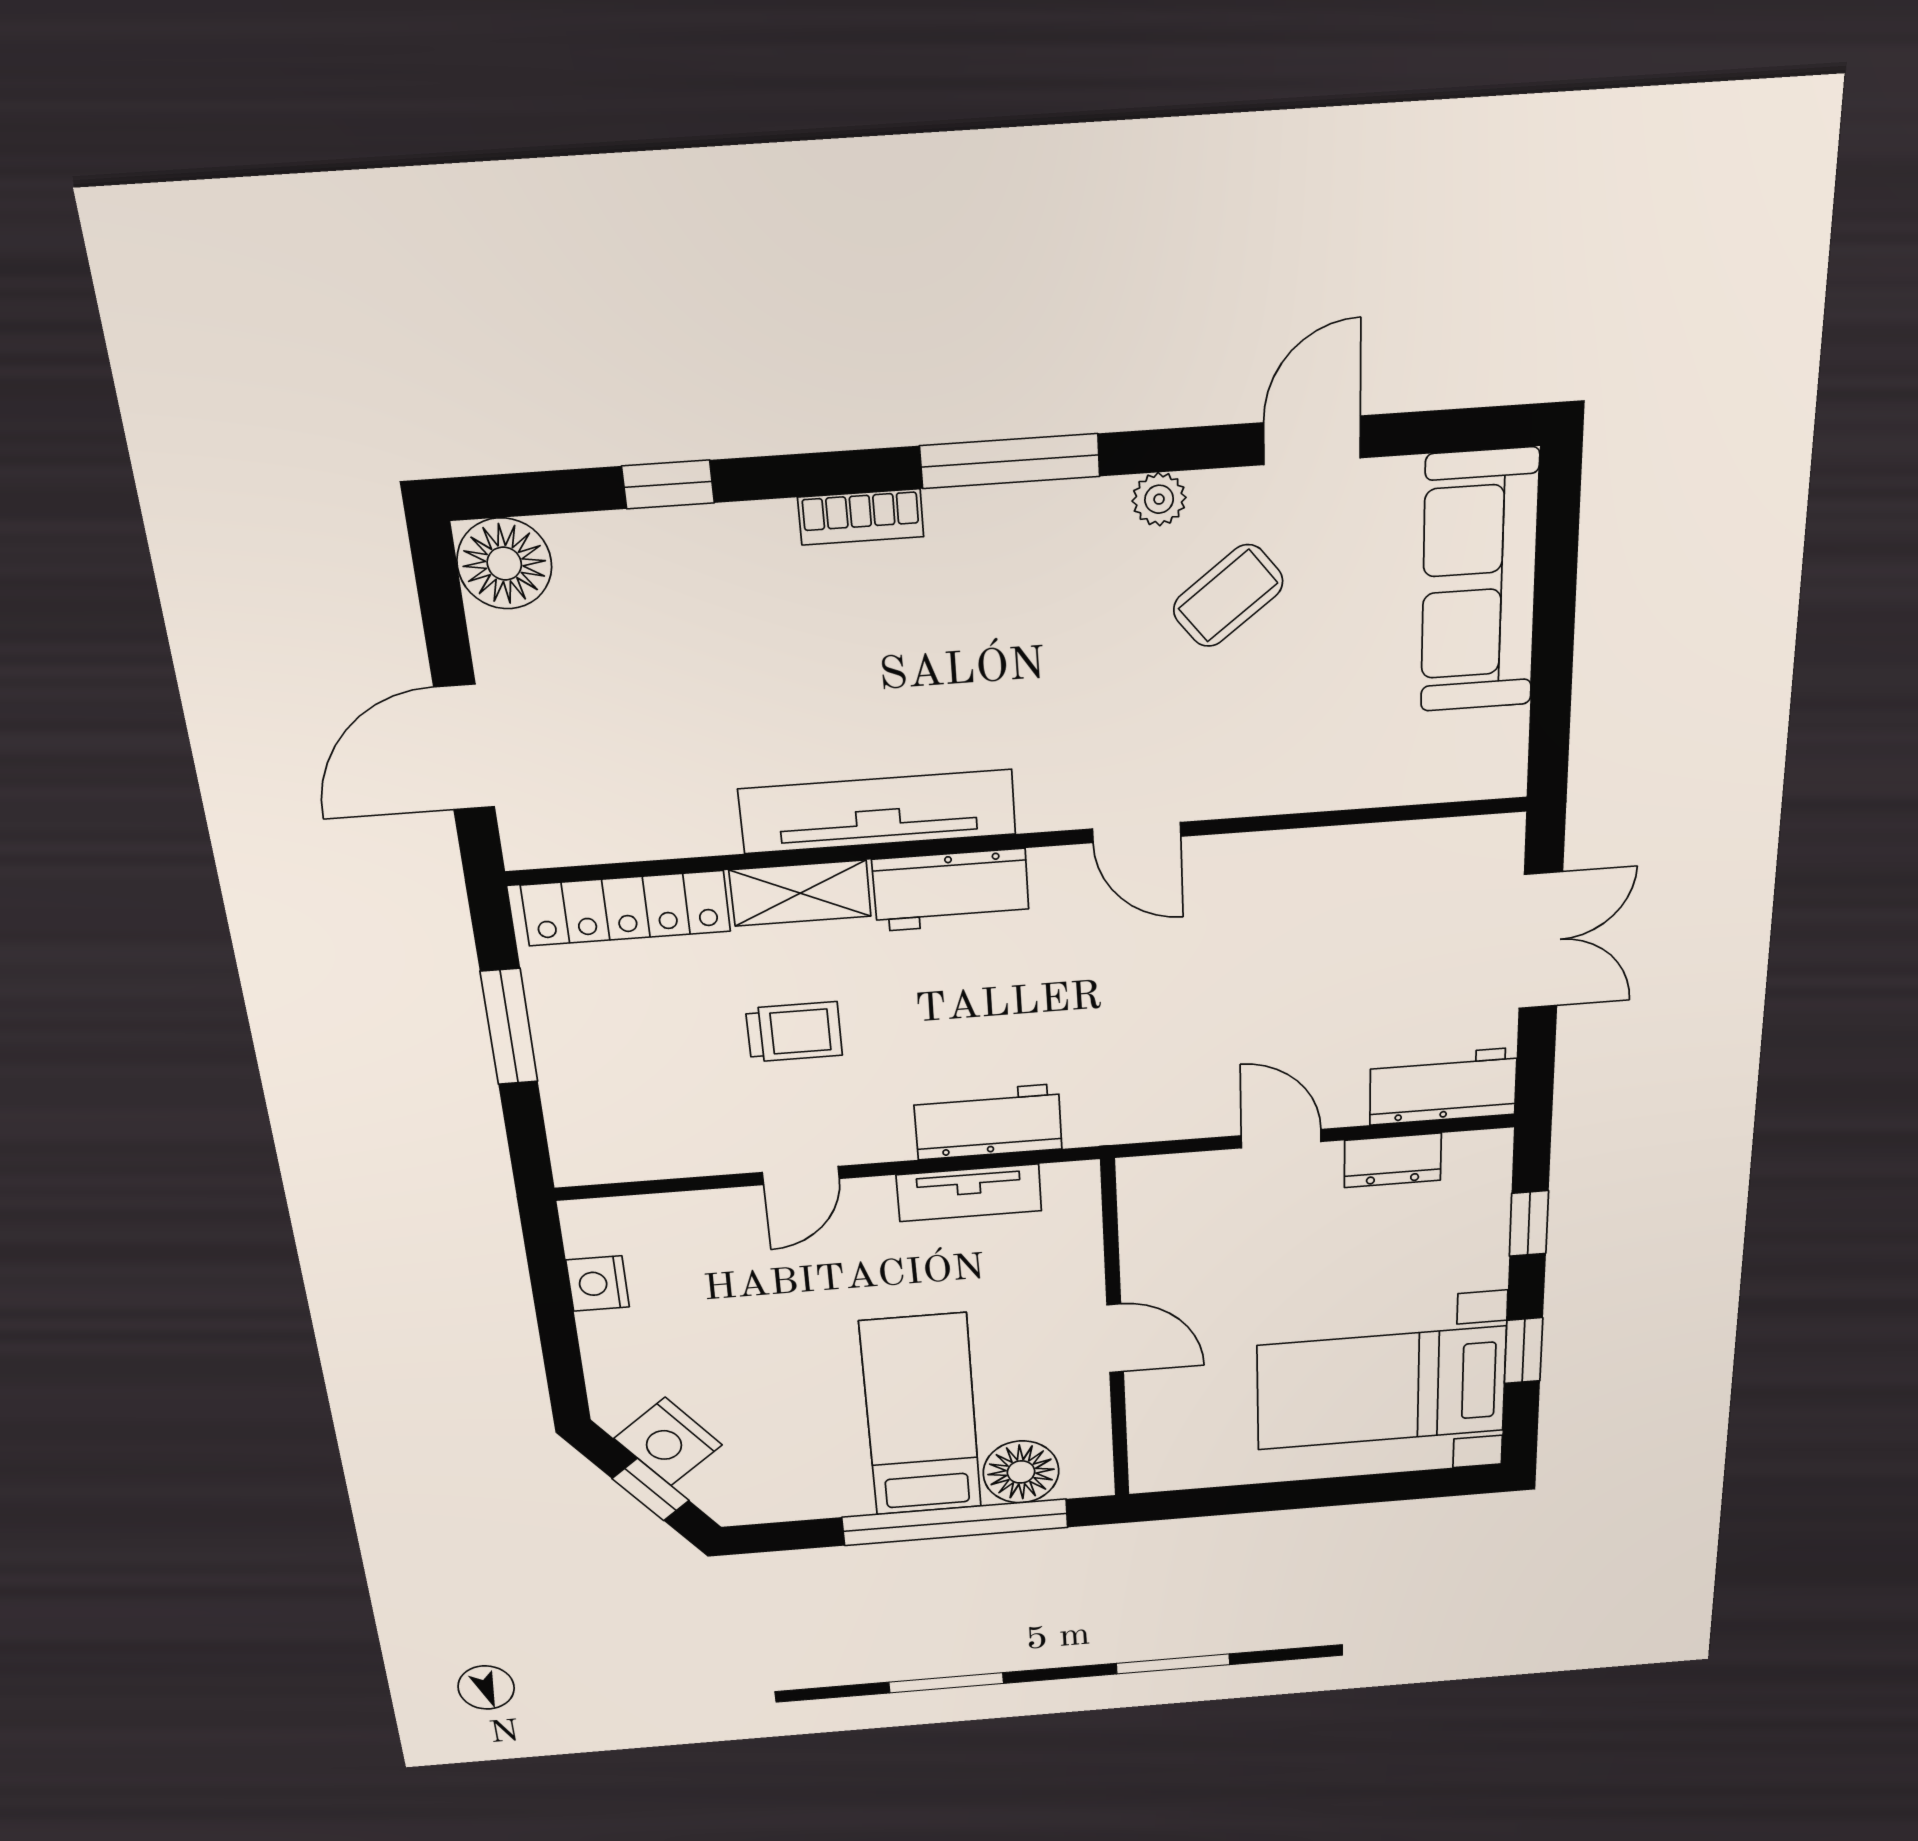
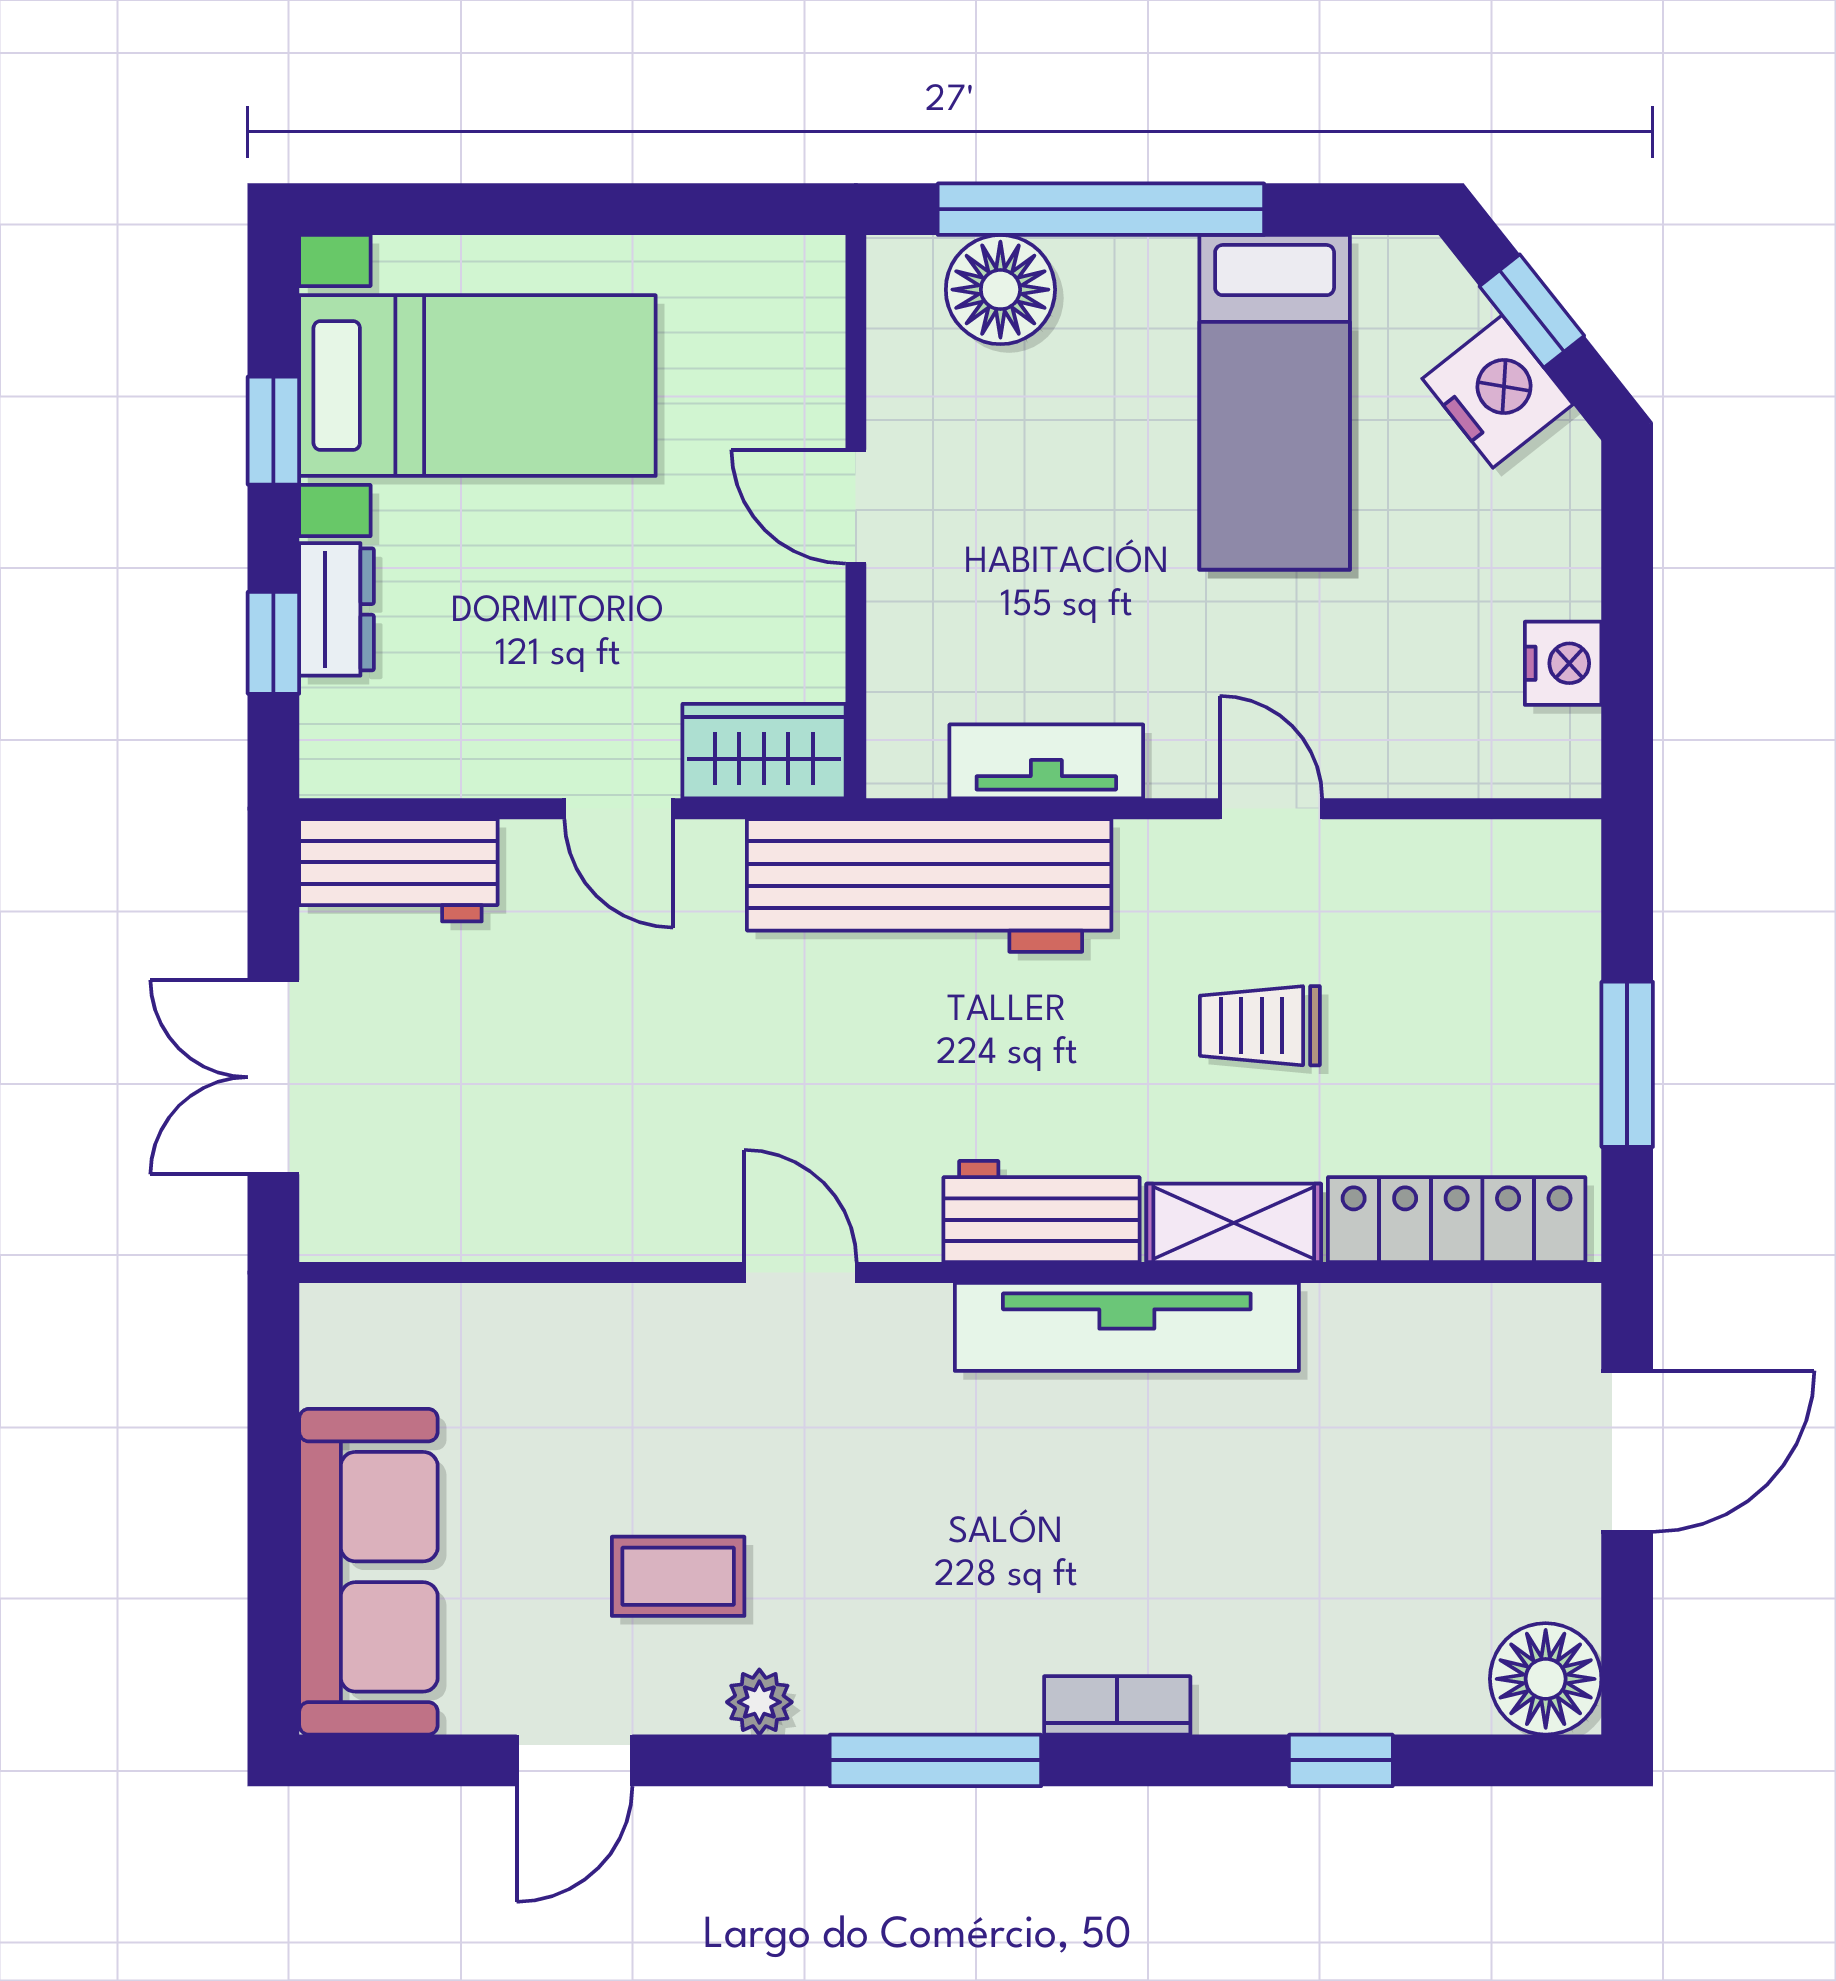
coffee table: (1228, 596) -> (678, 1576), turned 38
workbench: (988, 1122) -> (929, 885), width x1.88, depth x1.32
dresser: (1393, 1160) -> (337, 609), moved, turned 90
door: (801, 1176) -> (1271, 809), hinge flipped
wardrobe: (1176, 1183) -> (764, 751), added
bed: (921, 1415) -> (1275, 402), moved

